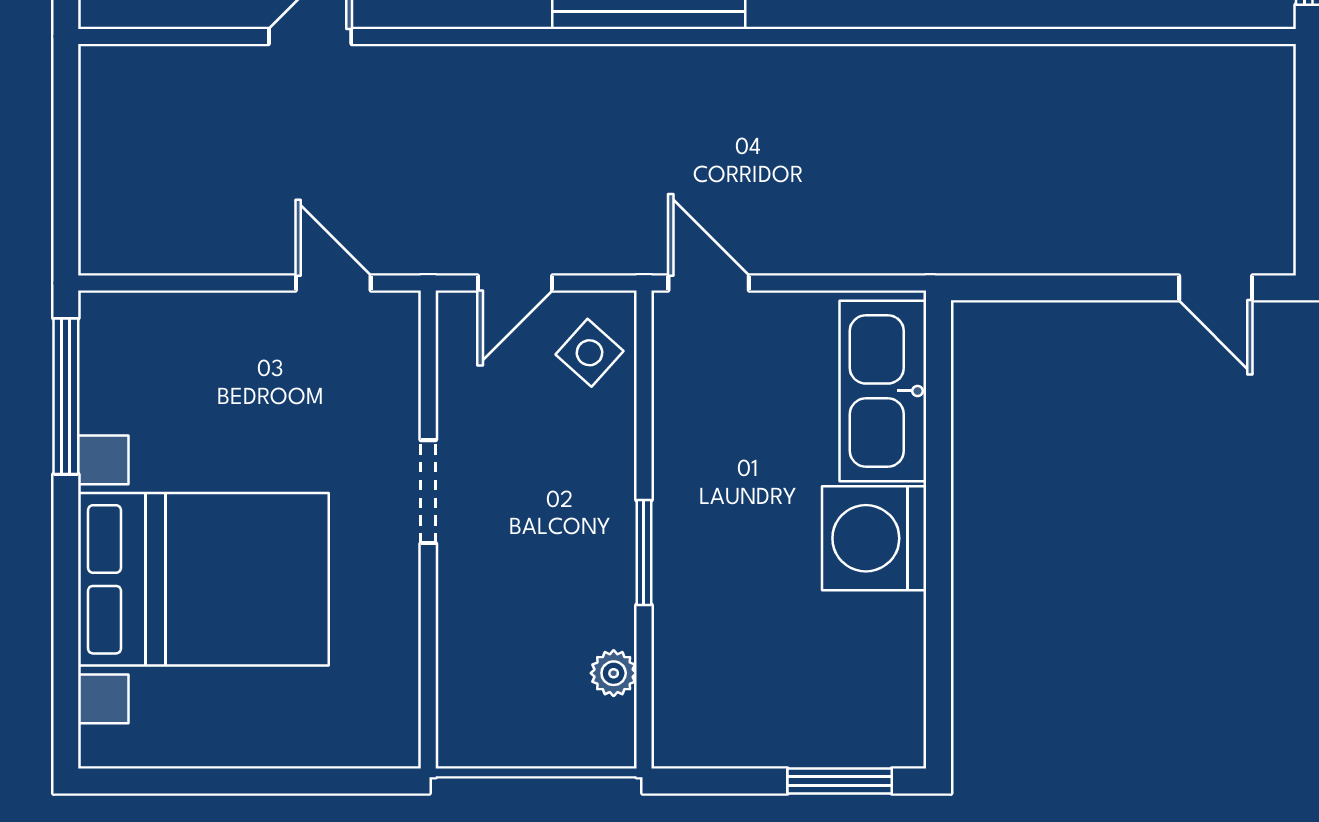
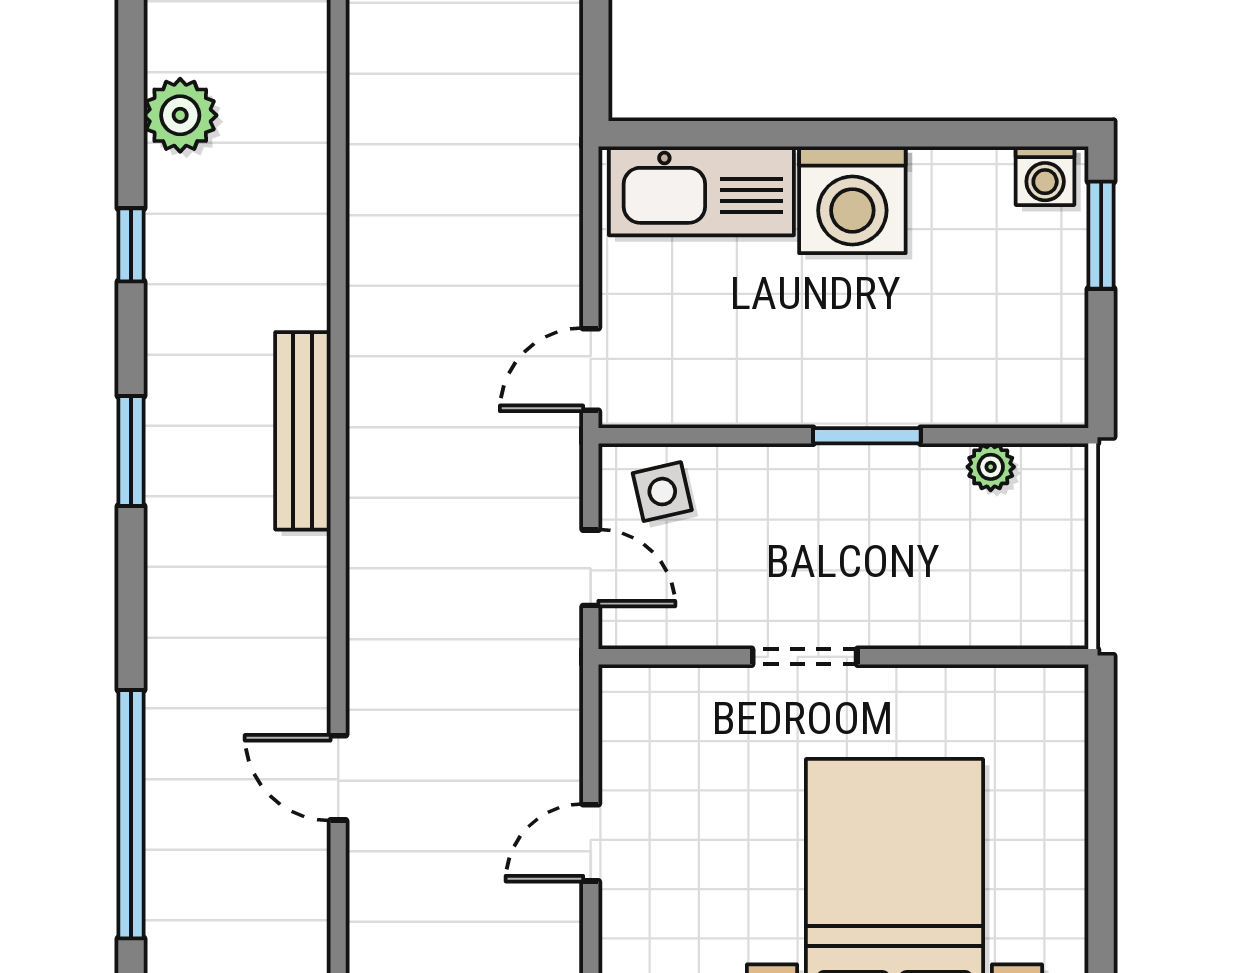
door: (333, 283) -> (591, 843), moved
side table: (590, 353) -> (662, 492), turned 35
washing machine: (898, 726) -> (1045, 176), added

